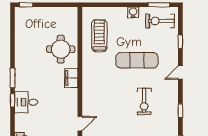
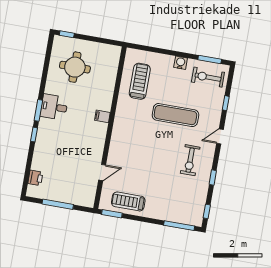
round table: (61, 49) -> (75, 67), moved
filing cabinet: (71, 78) -> (102, 116), width x0.50
exercise bike: (144, 101) -> (190, 160), moved
desk: (26, 102) -> (54, 107), moved

